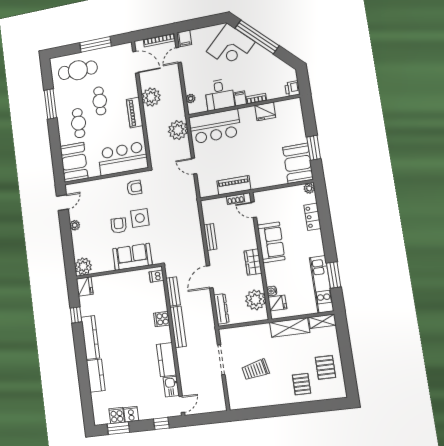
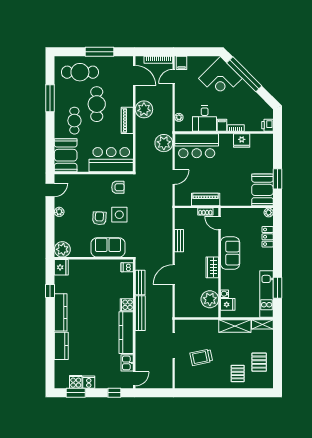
cafe table: (100, 101) -> (97, 104), width x1.37, depth x1.35
door: (194, 166) -> (174, 177), swing flipped
dresser: (221, 309) -> (180, 303), removed
kitchen counter: (166, 360) -> (126, 333), width x1.50

